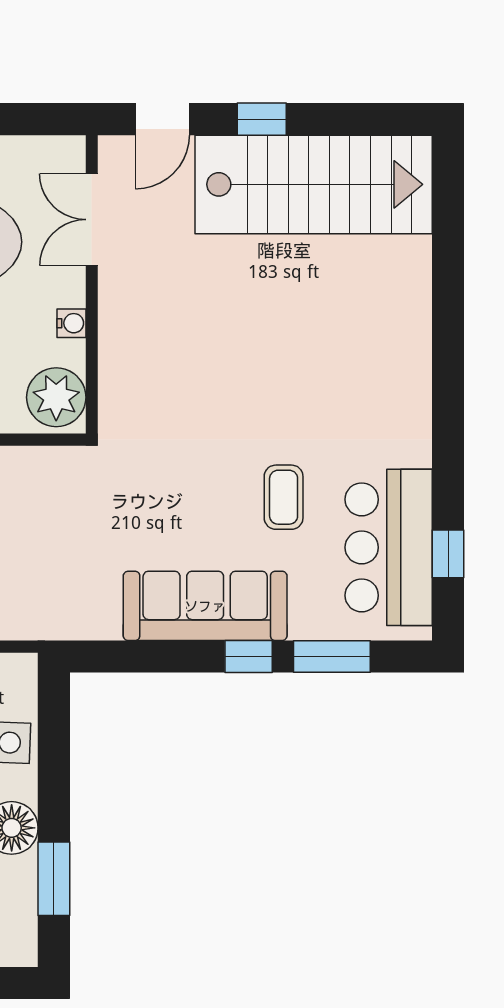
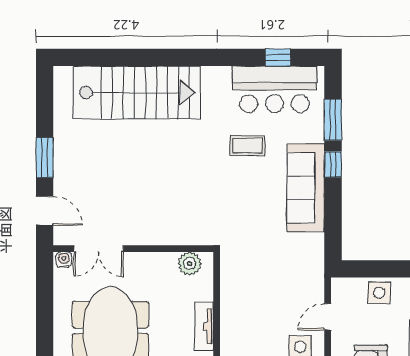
window: (262, 119) -> (45, 157), width x1.50
stairs: (314, 184) -> (137, 92), moved, turned 90
water cooler: (71, 323) -> (64, 260), moved
plant: (56, 397) -> (190, 263), width x0.73, depth x0.73

